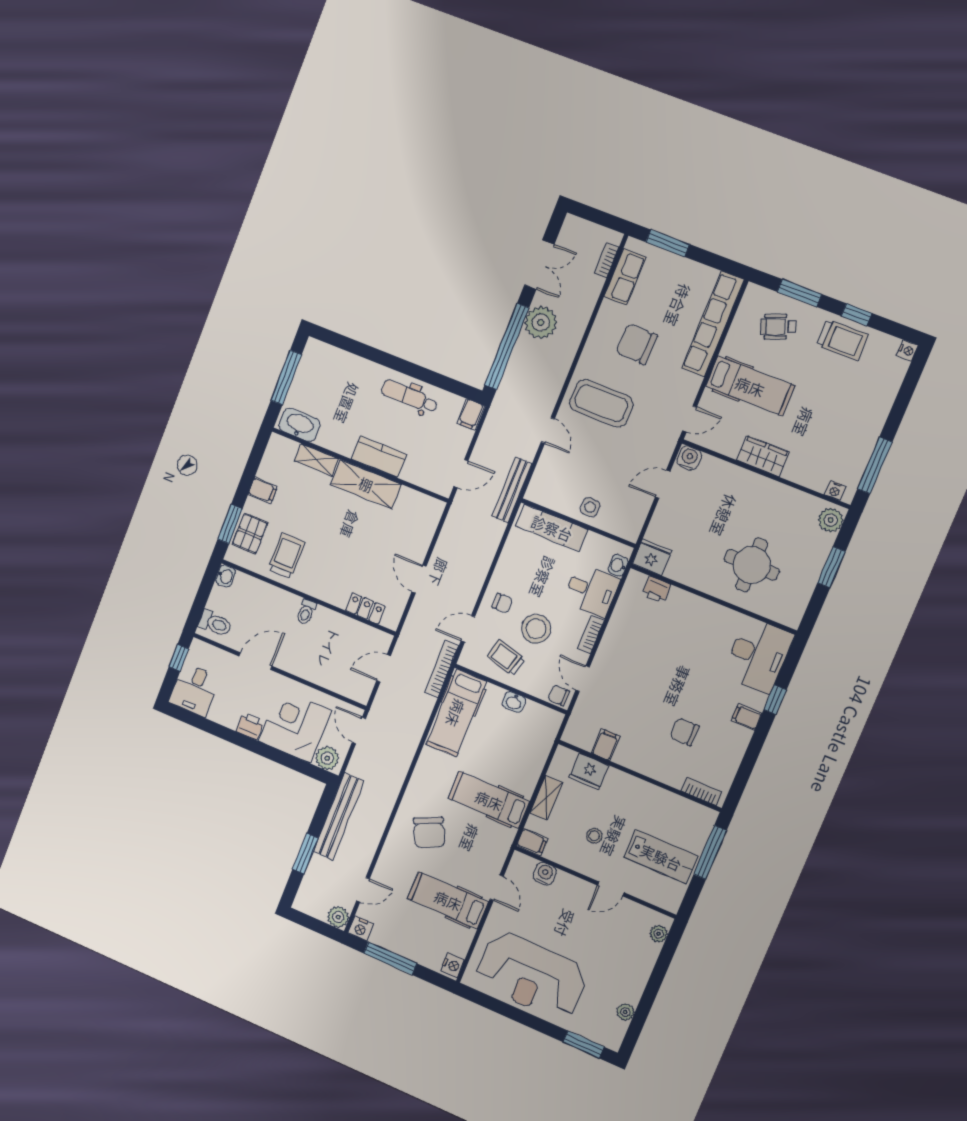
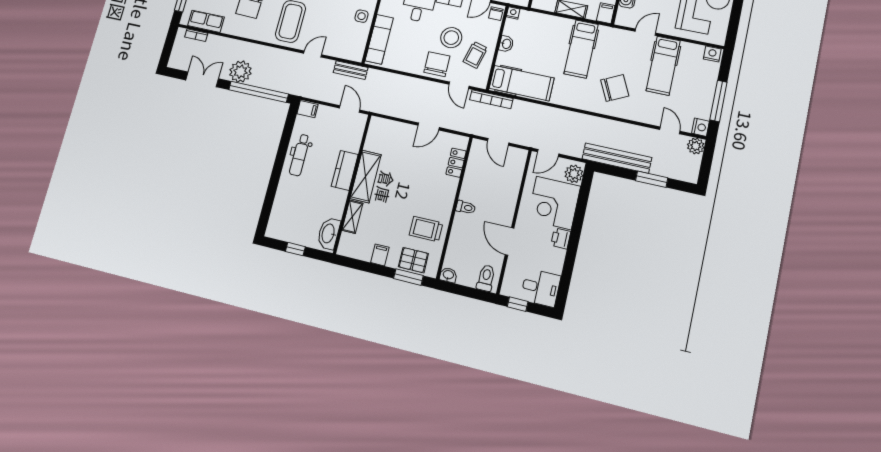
window: (286, 378) -> (295, 249), width x0.46
bench: (512, 490) -> (351, 70), width x0.73
chair: (502, 603) -> (437, 64), width x1.87, depth x1.87
nightstand: (555, 719) -> (513, 13), added

